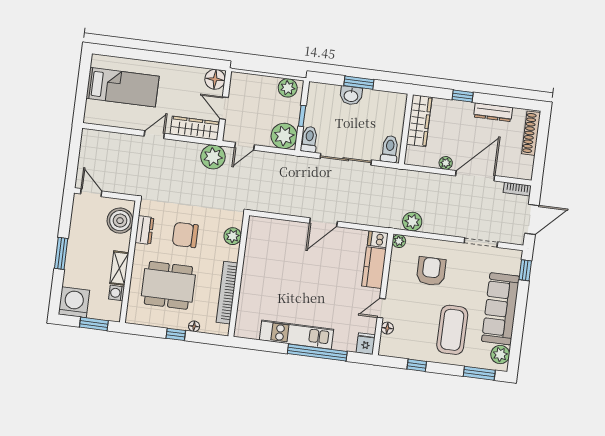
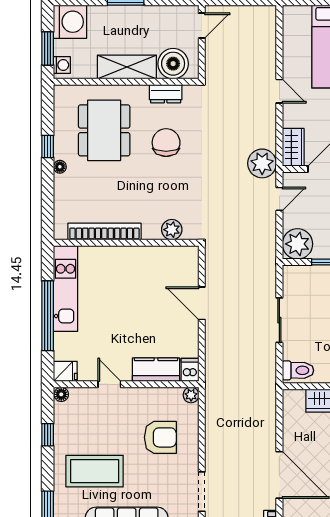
wardrobe: (195, 128) -> (293, 147), width x0.67
toilet: (309, 139) -> (297, 274), removed
door: (244, 146) -> (279, 199), swing flipped
sliding door: (346, 159) -> (279, 320), width x0.73
plant: (446, 163) -> (290, 438), removed
plant: (412, 222) -> (216, 408), removed
plant: (233, 236) -> (172, 230), moved
shelving: (119, 268) -> (127, 67), width x1.50, depth x1.33
wall: (239, 276) -> (126, 243), moved
washing machine: (116, 293) -> (62, 65), moved, turned 90
bookcase: (227, 293) -> (104, 231), moved
floor lamp: (387, 328) -> (61, 394), moved

